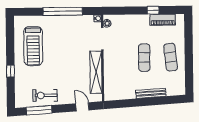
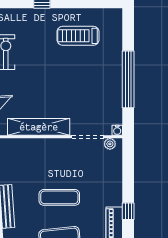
treadmill: (33, 46) -> (78, 36), width x0.73, depth x0.73

